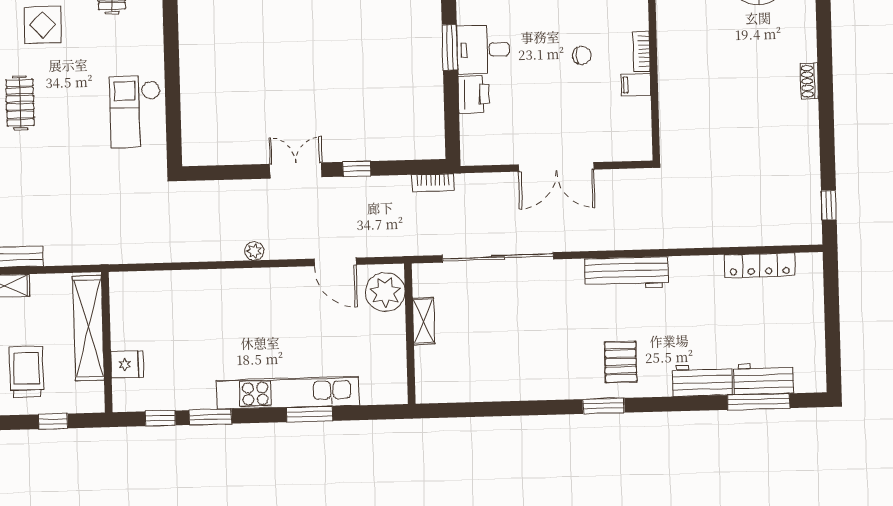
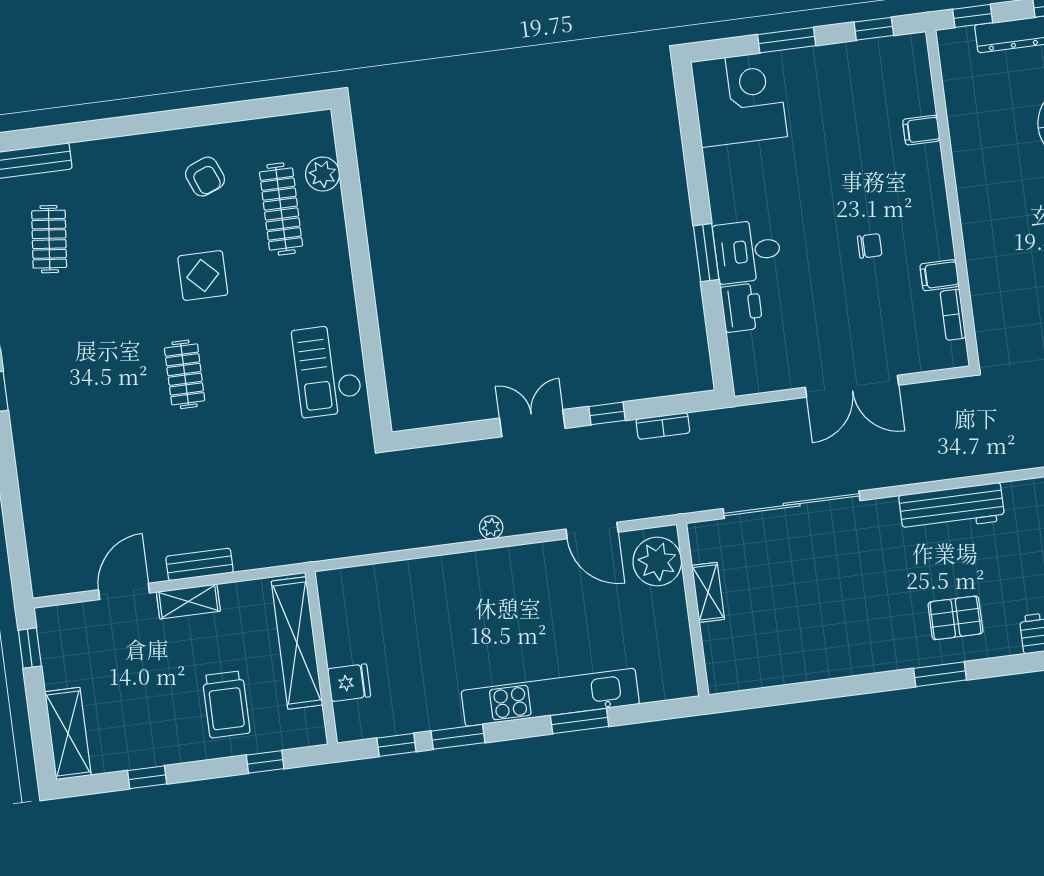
bookcase: (642, 51) -> (953, 315), moved
bookcase: (433, 183) -> (663, 426), moved
pallet: (621, 362) -> (955, 618), turned 90
trolley: (26, 372) -> (226, 704), turned 180

